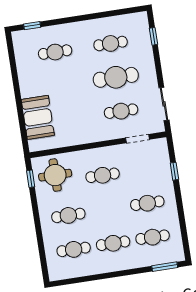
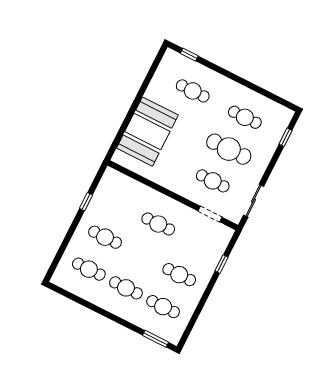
booth: (38, 117) -> (147, 132), width x1.36, depth x1.42
round table: (55, 175) -> (118, 195), removed
window: (31, 179) -> (86, 202), moved

